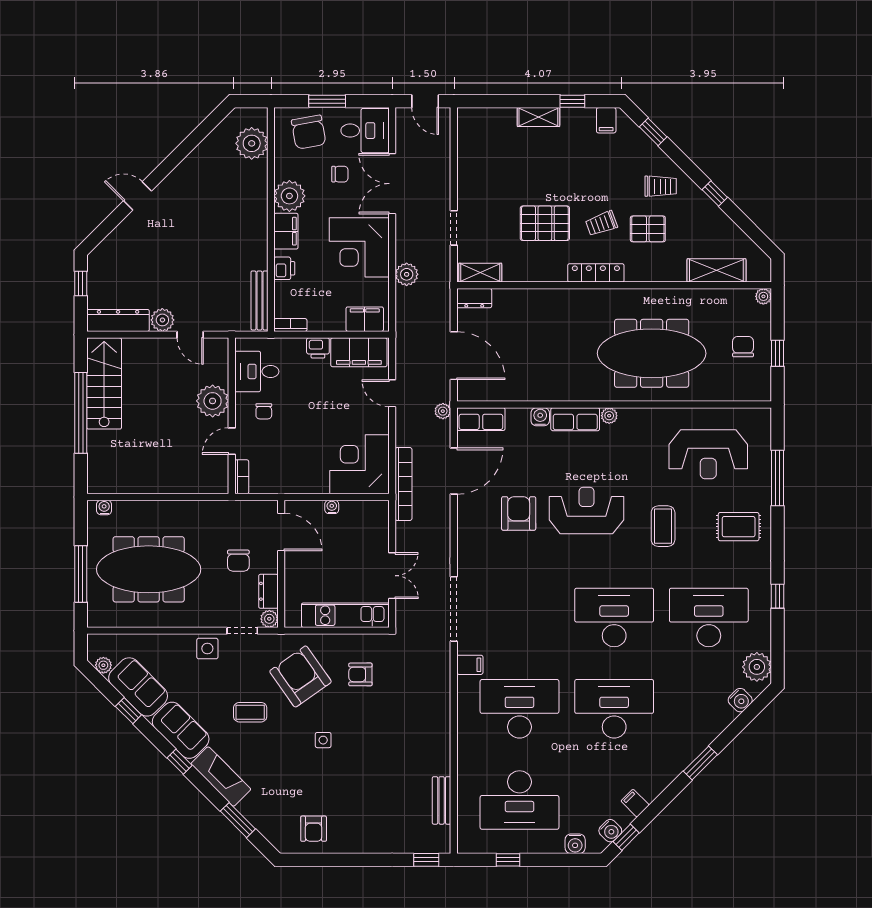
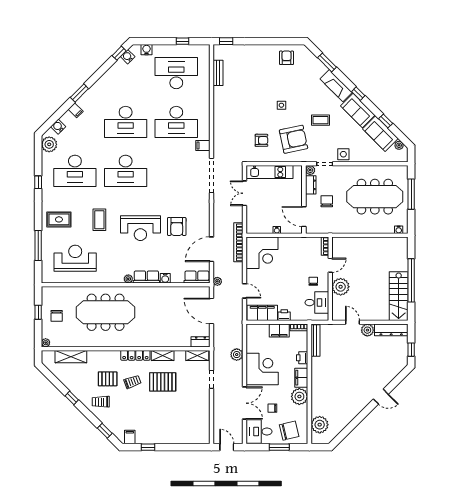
shelving: (538, 117) -> (163, 355), moved
chair: (309, 132) -> (289, 431), turned 87
filing cabinet: (365, 319) -> (279, 331), moved
armchair: (301, 676) -> (294, 139), turned -67
filing cabinet: (635, 803) -> (76, 110), moved

